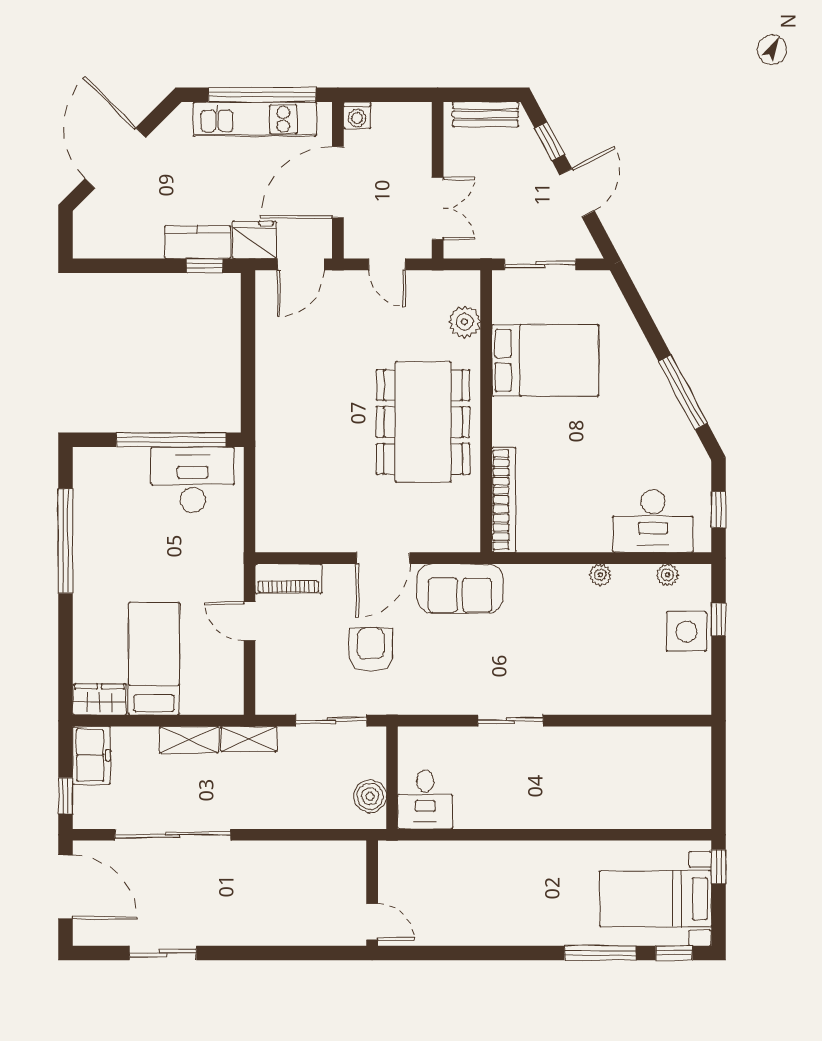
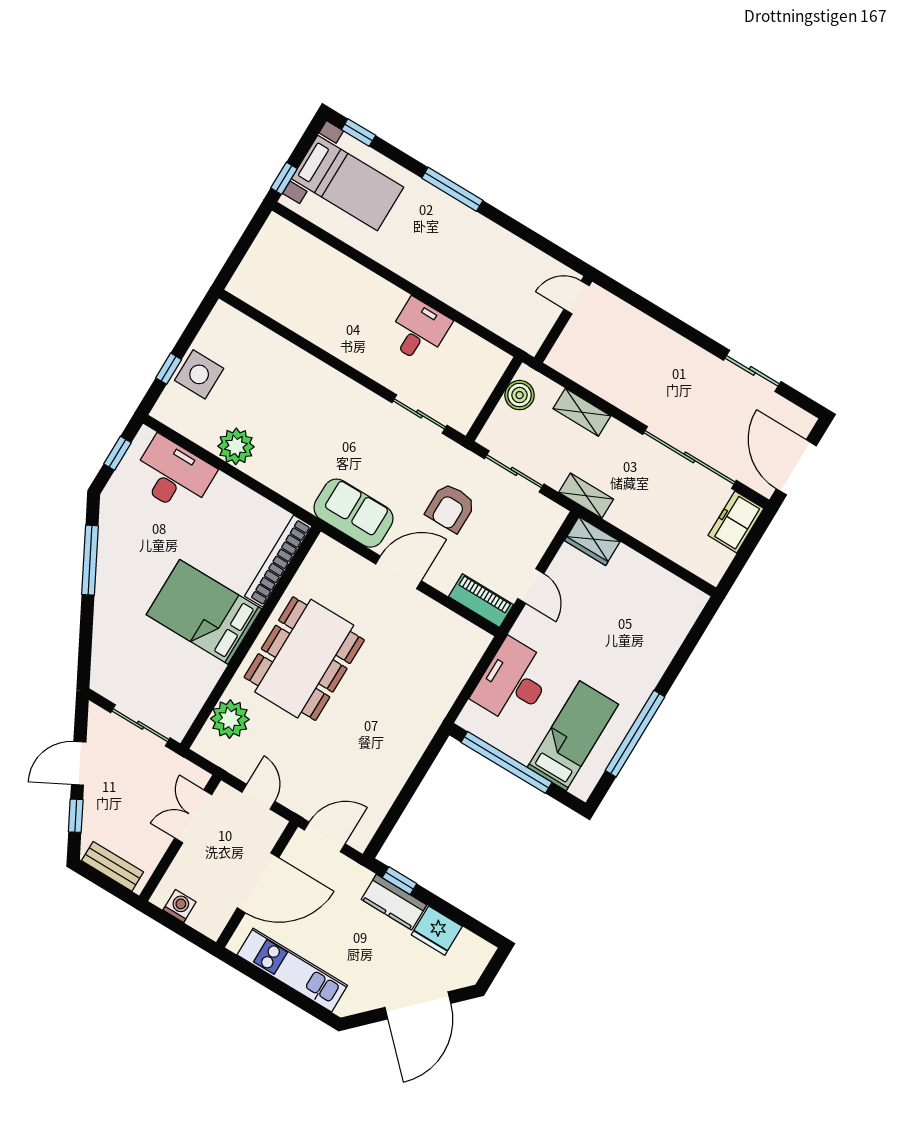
window: (262, 95) -> (276, 986), removed
washing machine: (357, 115) -> (180, 906), moved
fridge: (255, 240) -> (437, 931), moved
plant: (465, 322) -> (230, 719), width x1.36, depth x1.36
bed: (545, 360) -> (204, 612), moved
desk: (193, 480) -> (513, 682), moved, turned 90
plant: (600, 575) -> (236, 446), width x1.87, depth x1.87
plant: (667, 575) -> (187, 427), removed
bed: (154, 659) -> (573, 736), moved, turned 180
wardrobe: (100, 699) -> (592, 541), moved
sliding door: (510, 721) -> (419, 414), moved
shelving: (189, 740) -> (582, 412), moved
freezer: (91, 755) -> (736, 522), moved
window: (66, 796) -> (754, 537), removed
desk: (425, 799) -> (419, 331), moved
door: (372, 922) -> (577, 297), hinge flipped
window: (600, 953) -> (452, 189), moved

